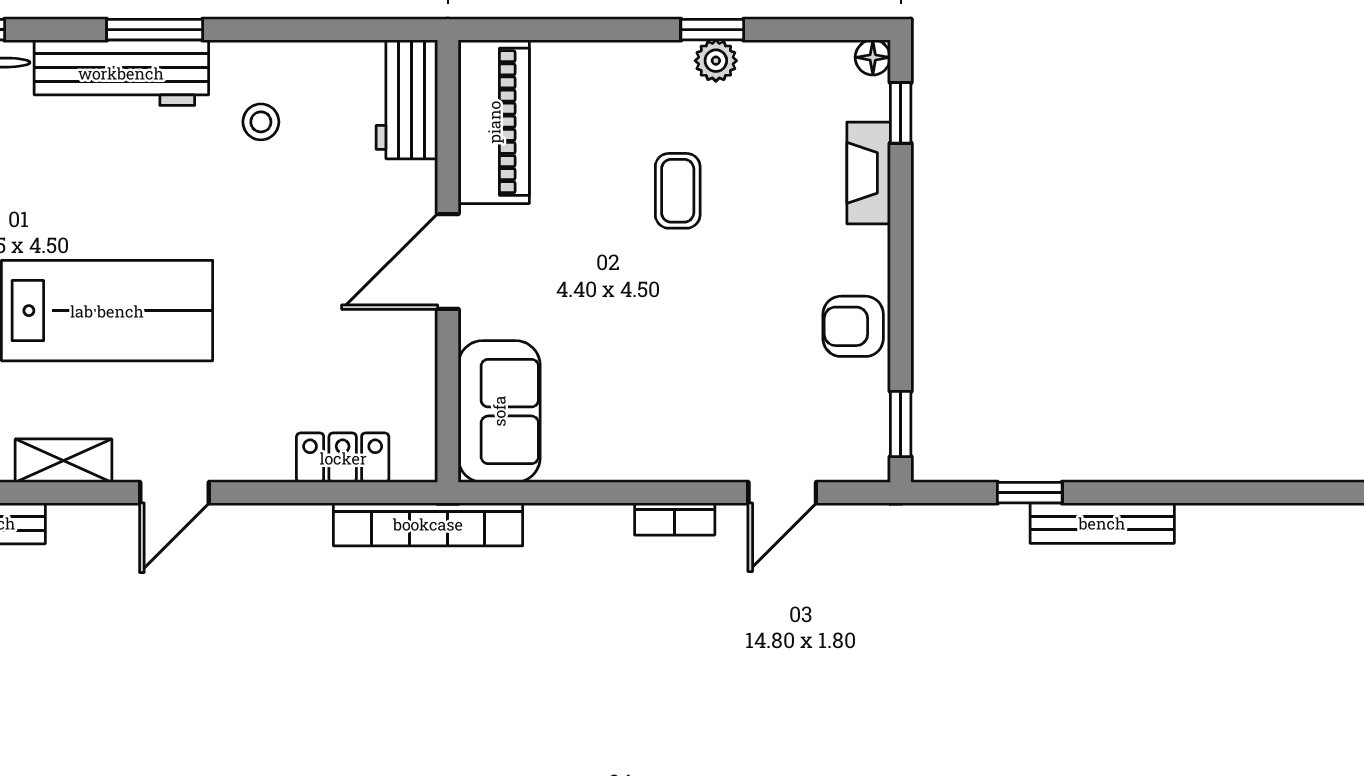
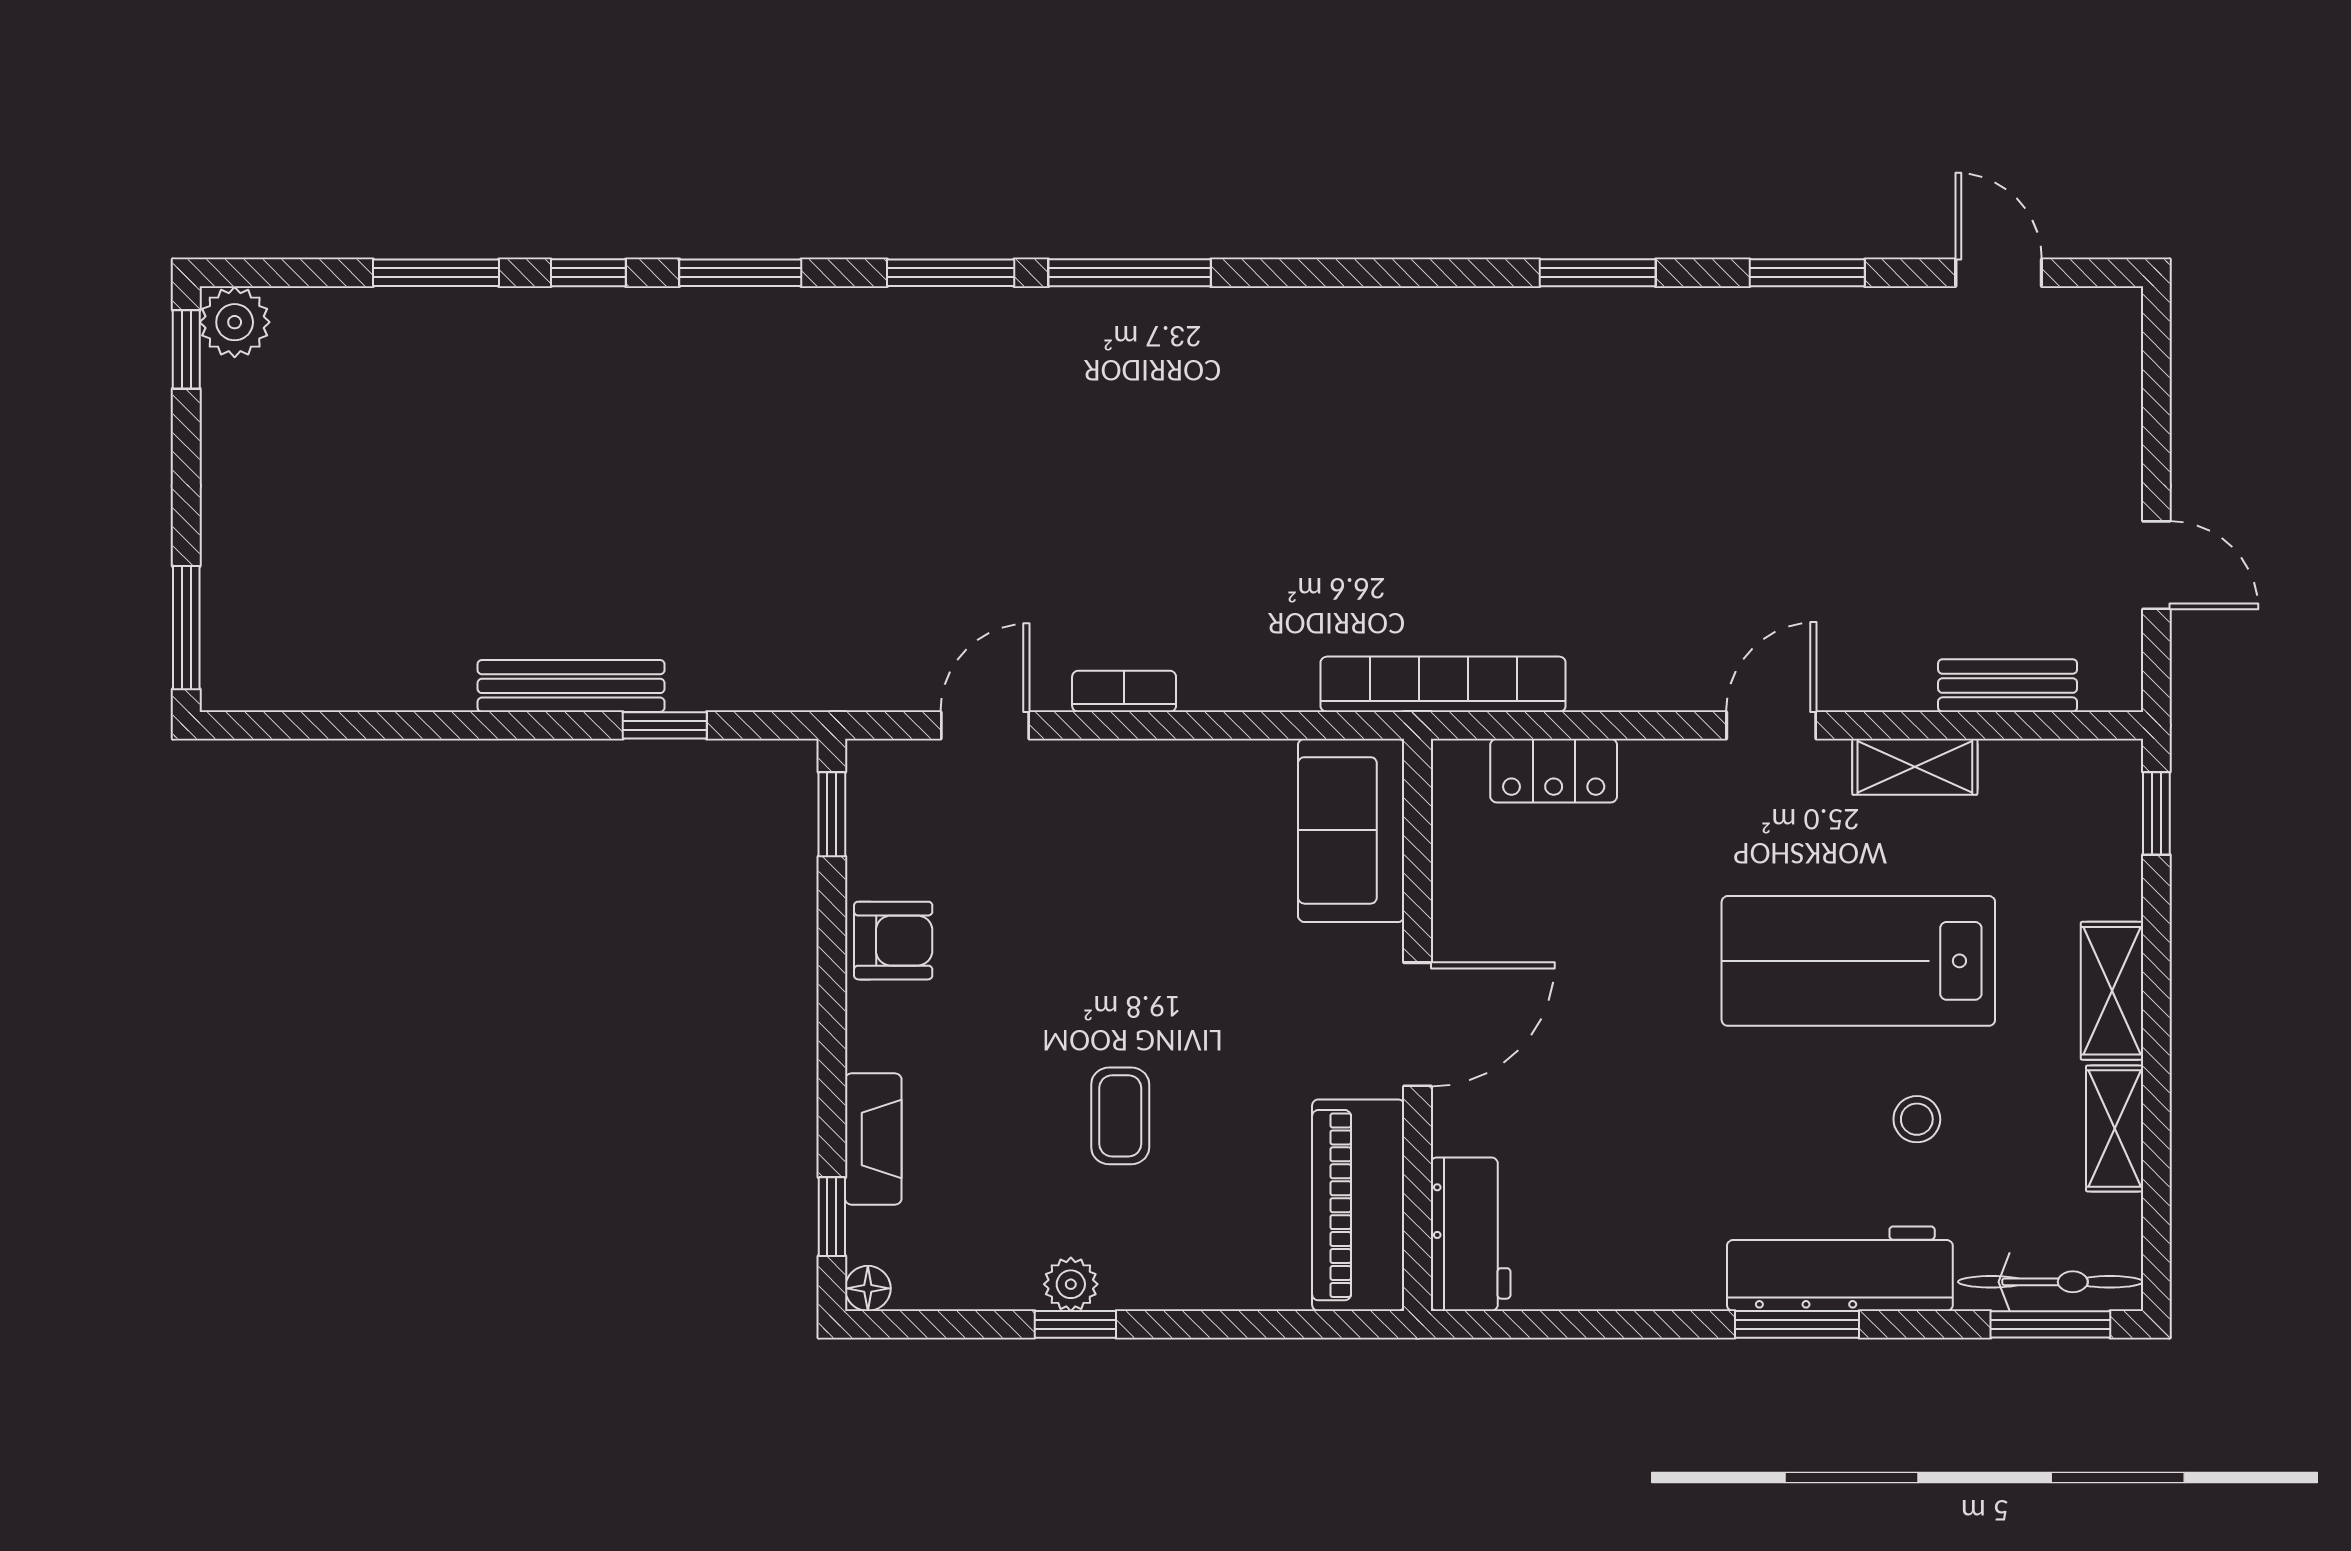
stool: (261, 122) -> (1917, 1119), moved

